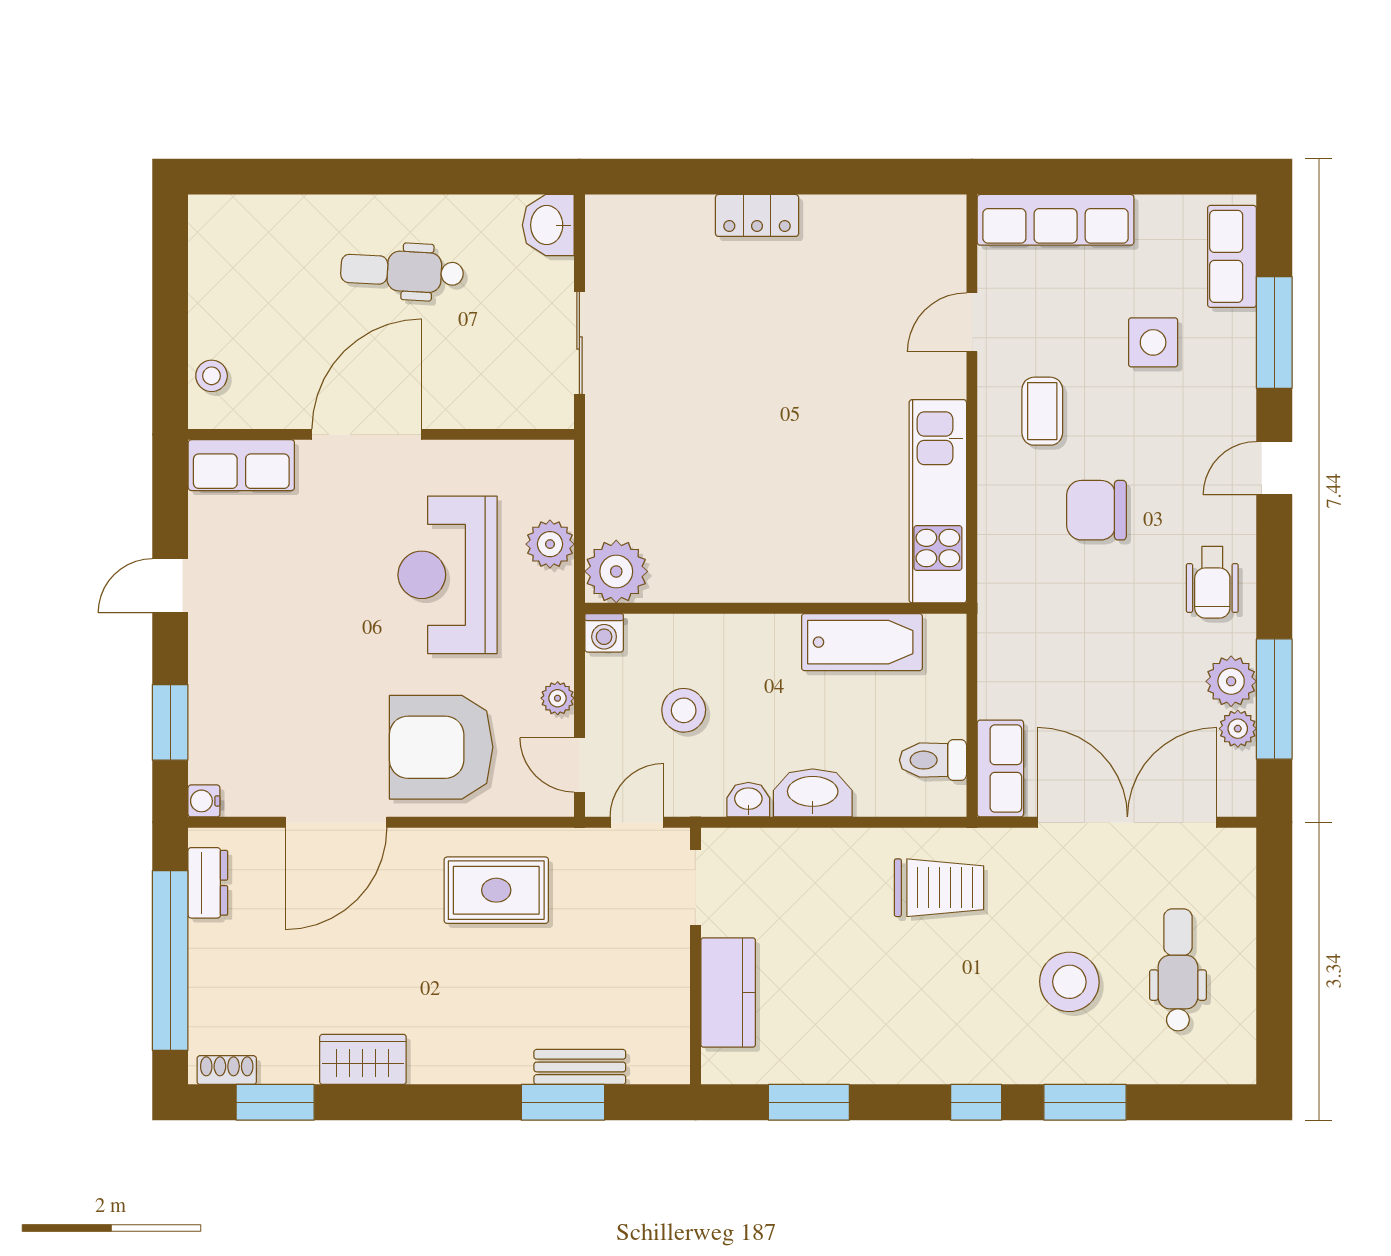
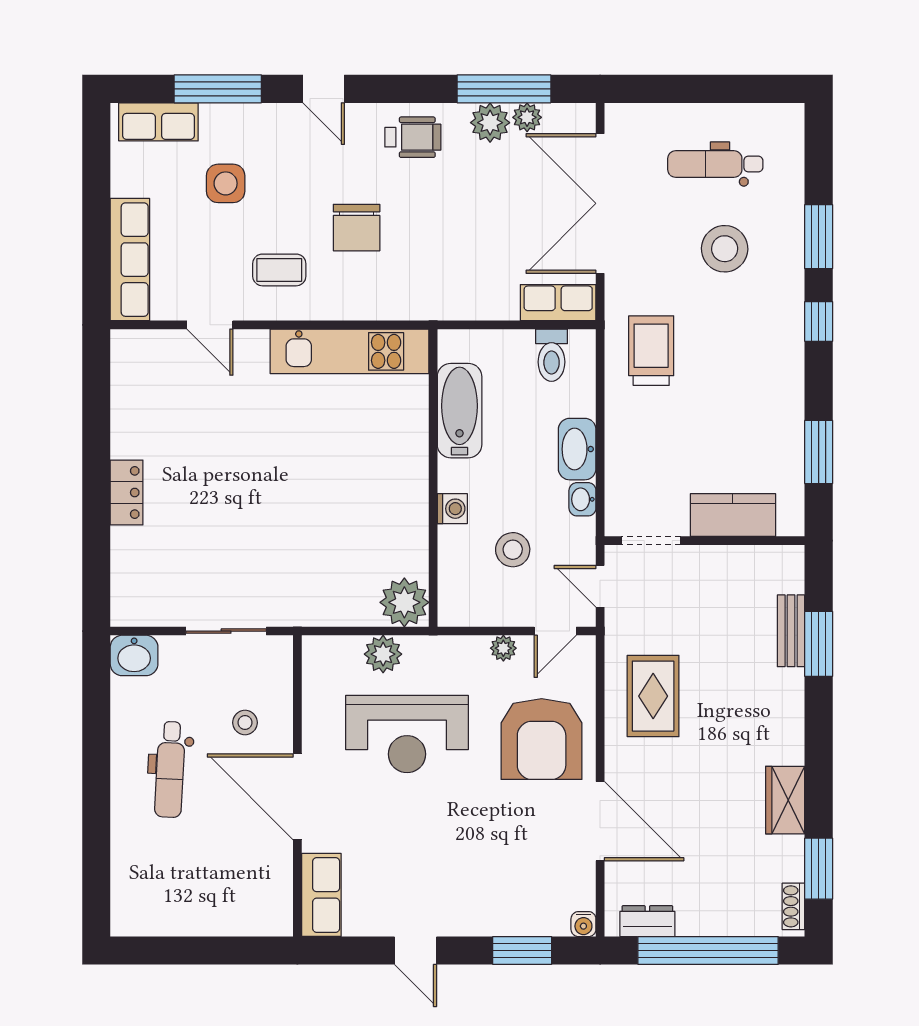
stool: (212, 376) -> (245, 723), moved
washing machine: (604, 633) -> (452, 509), moved

